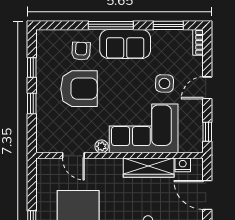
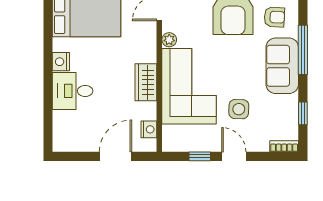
window: (168, 25) -> (303, 113), width x0.67
window: (207, 132) -> (200, 156), moved
wardrobe: (149, 168) -> (146, 82), width x0.67

